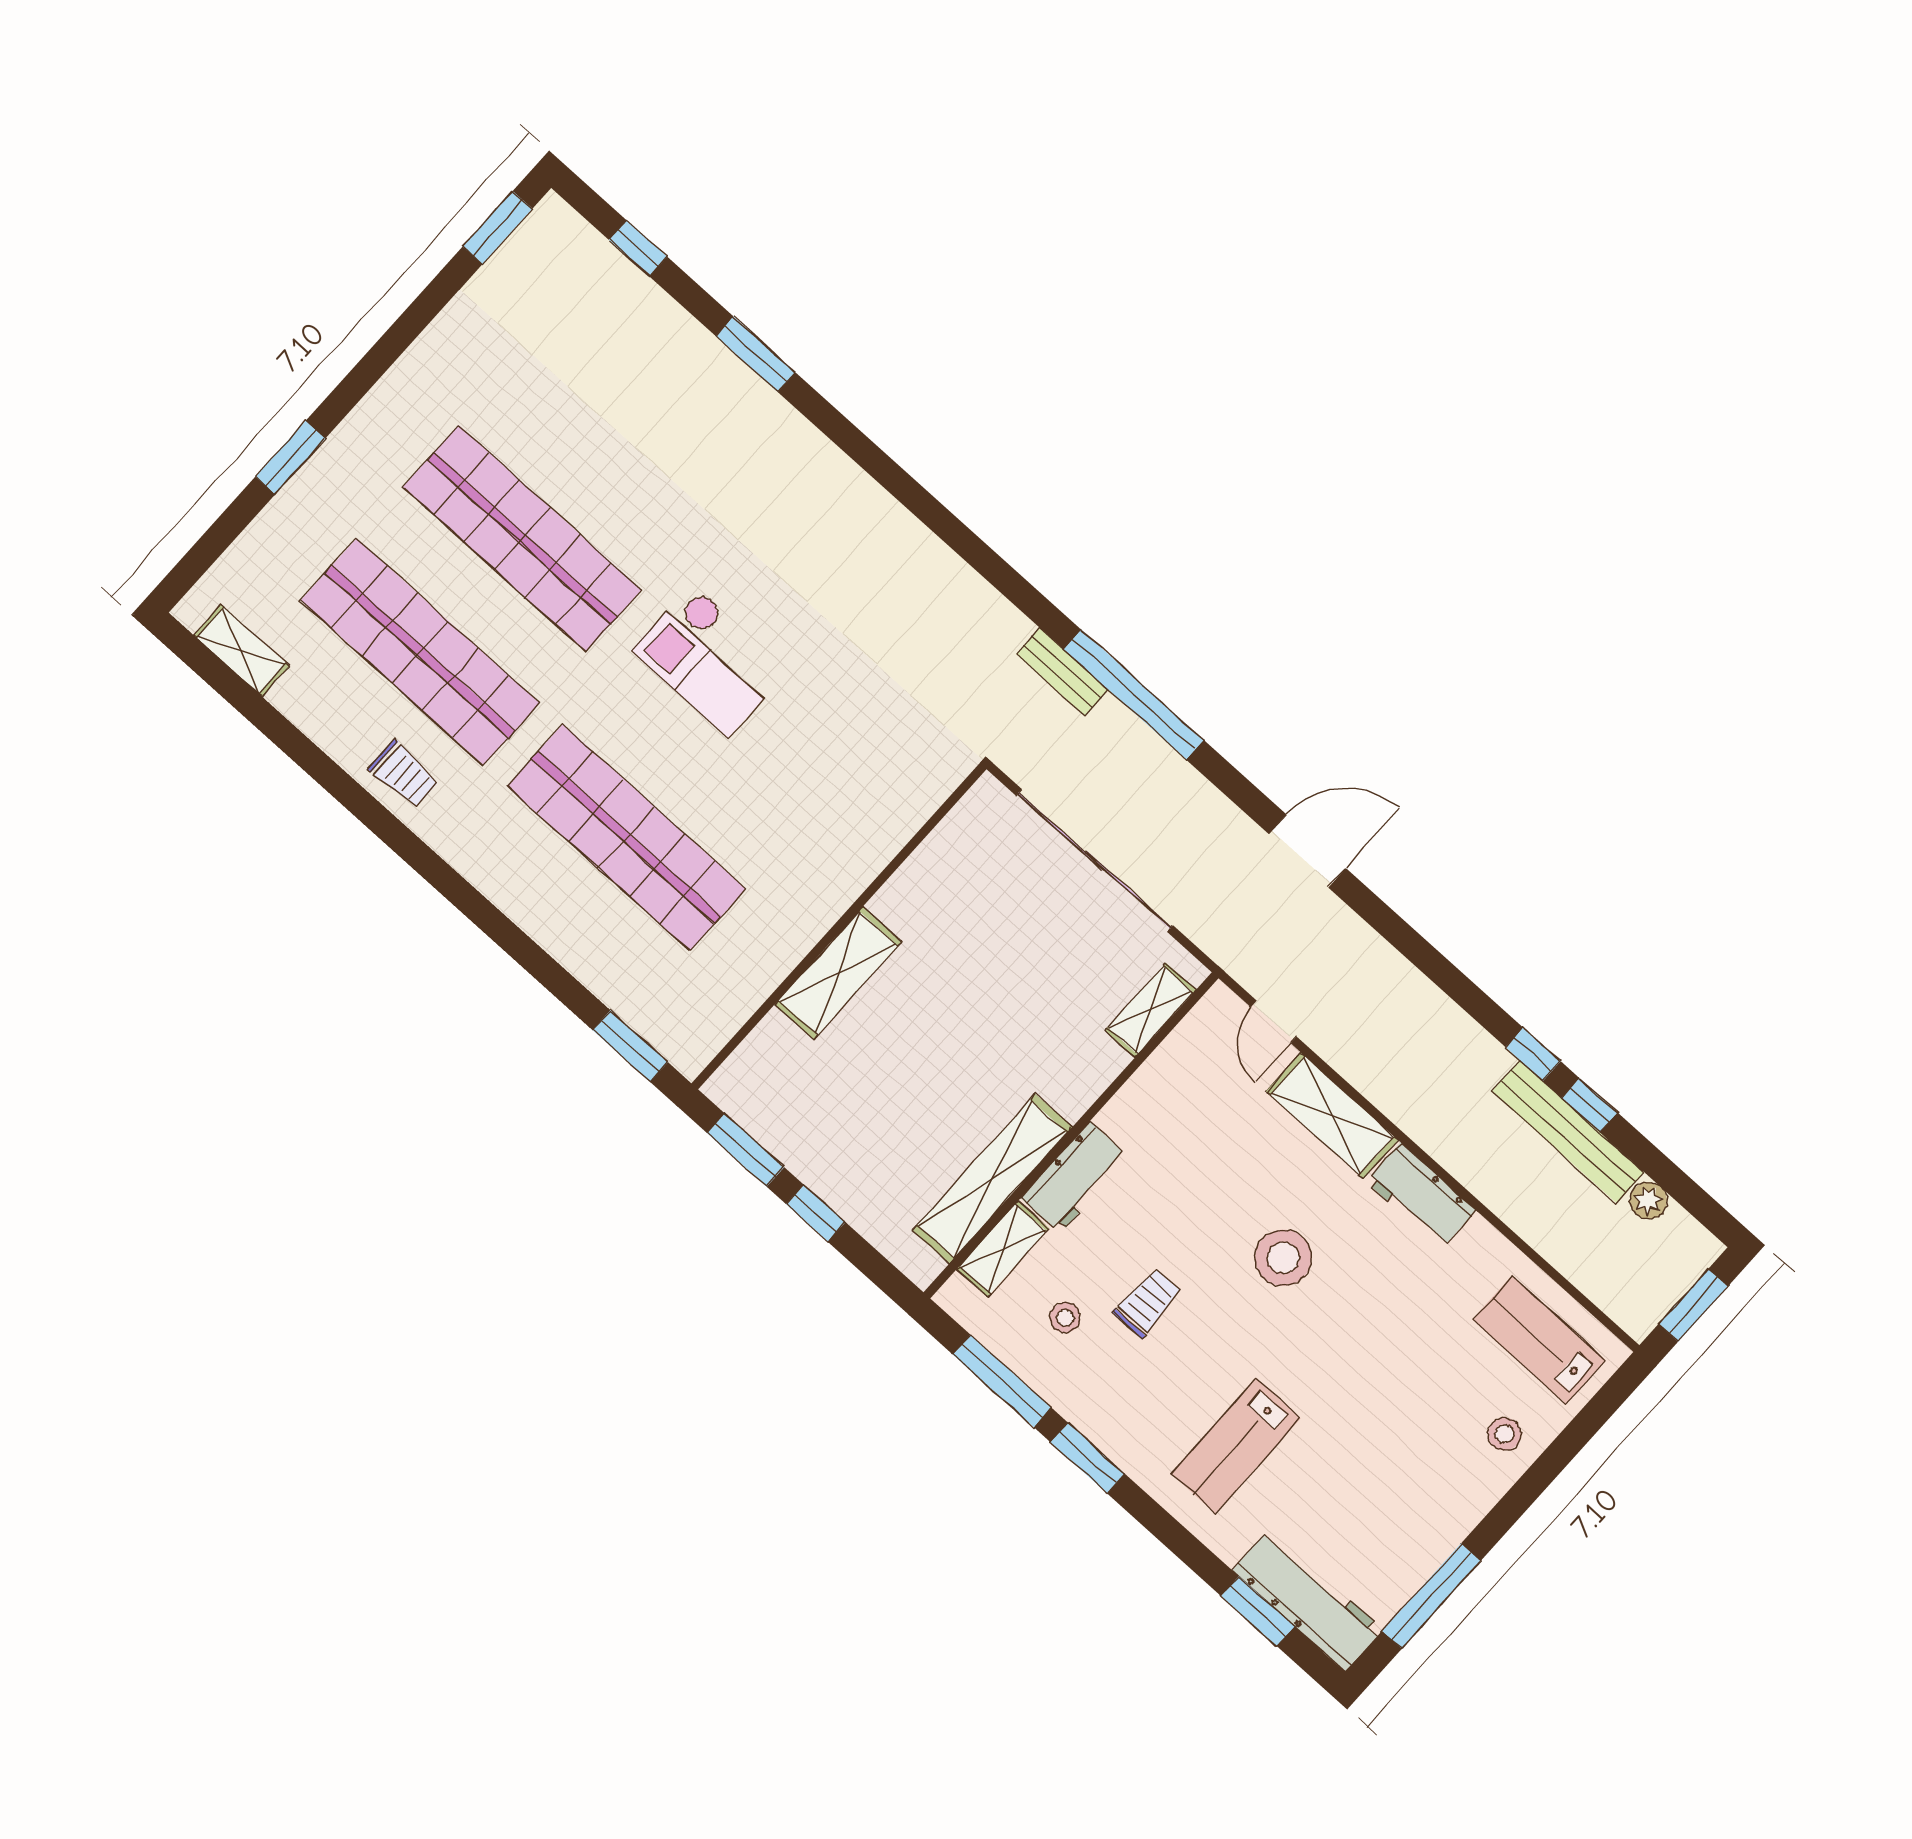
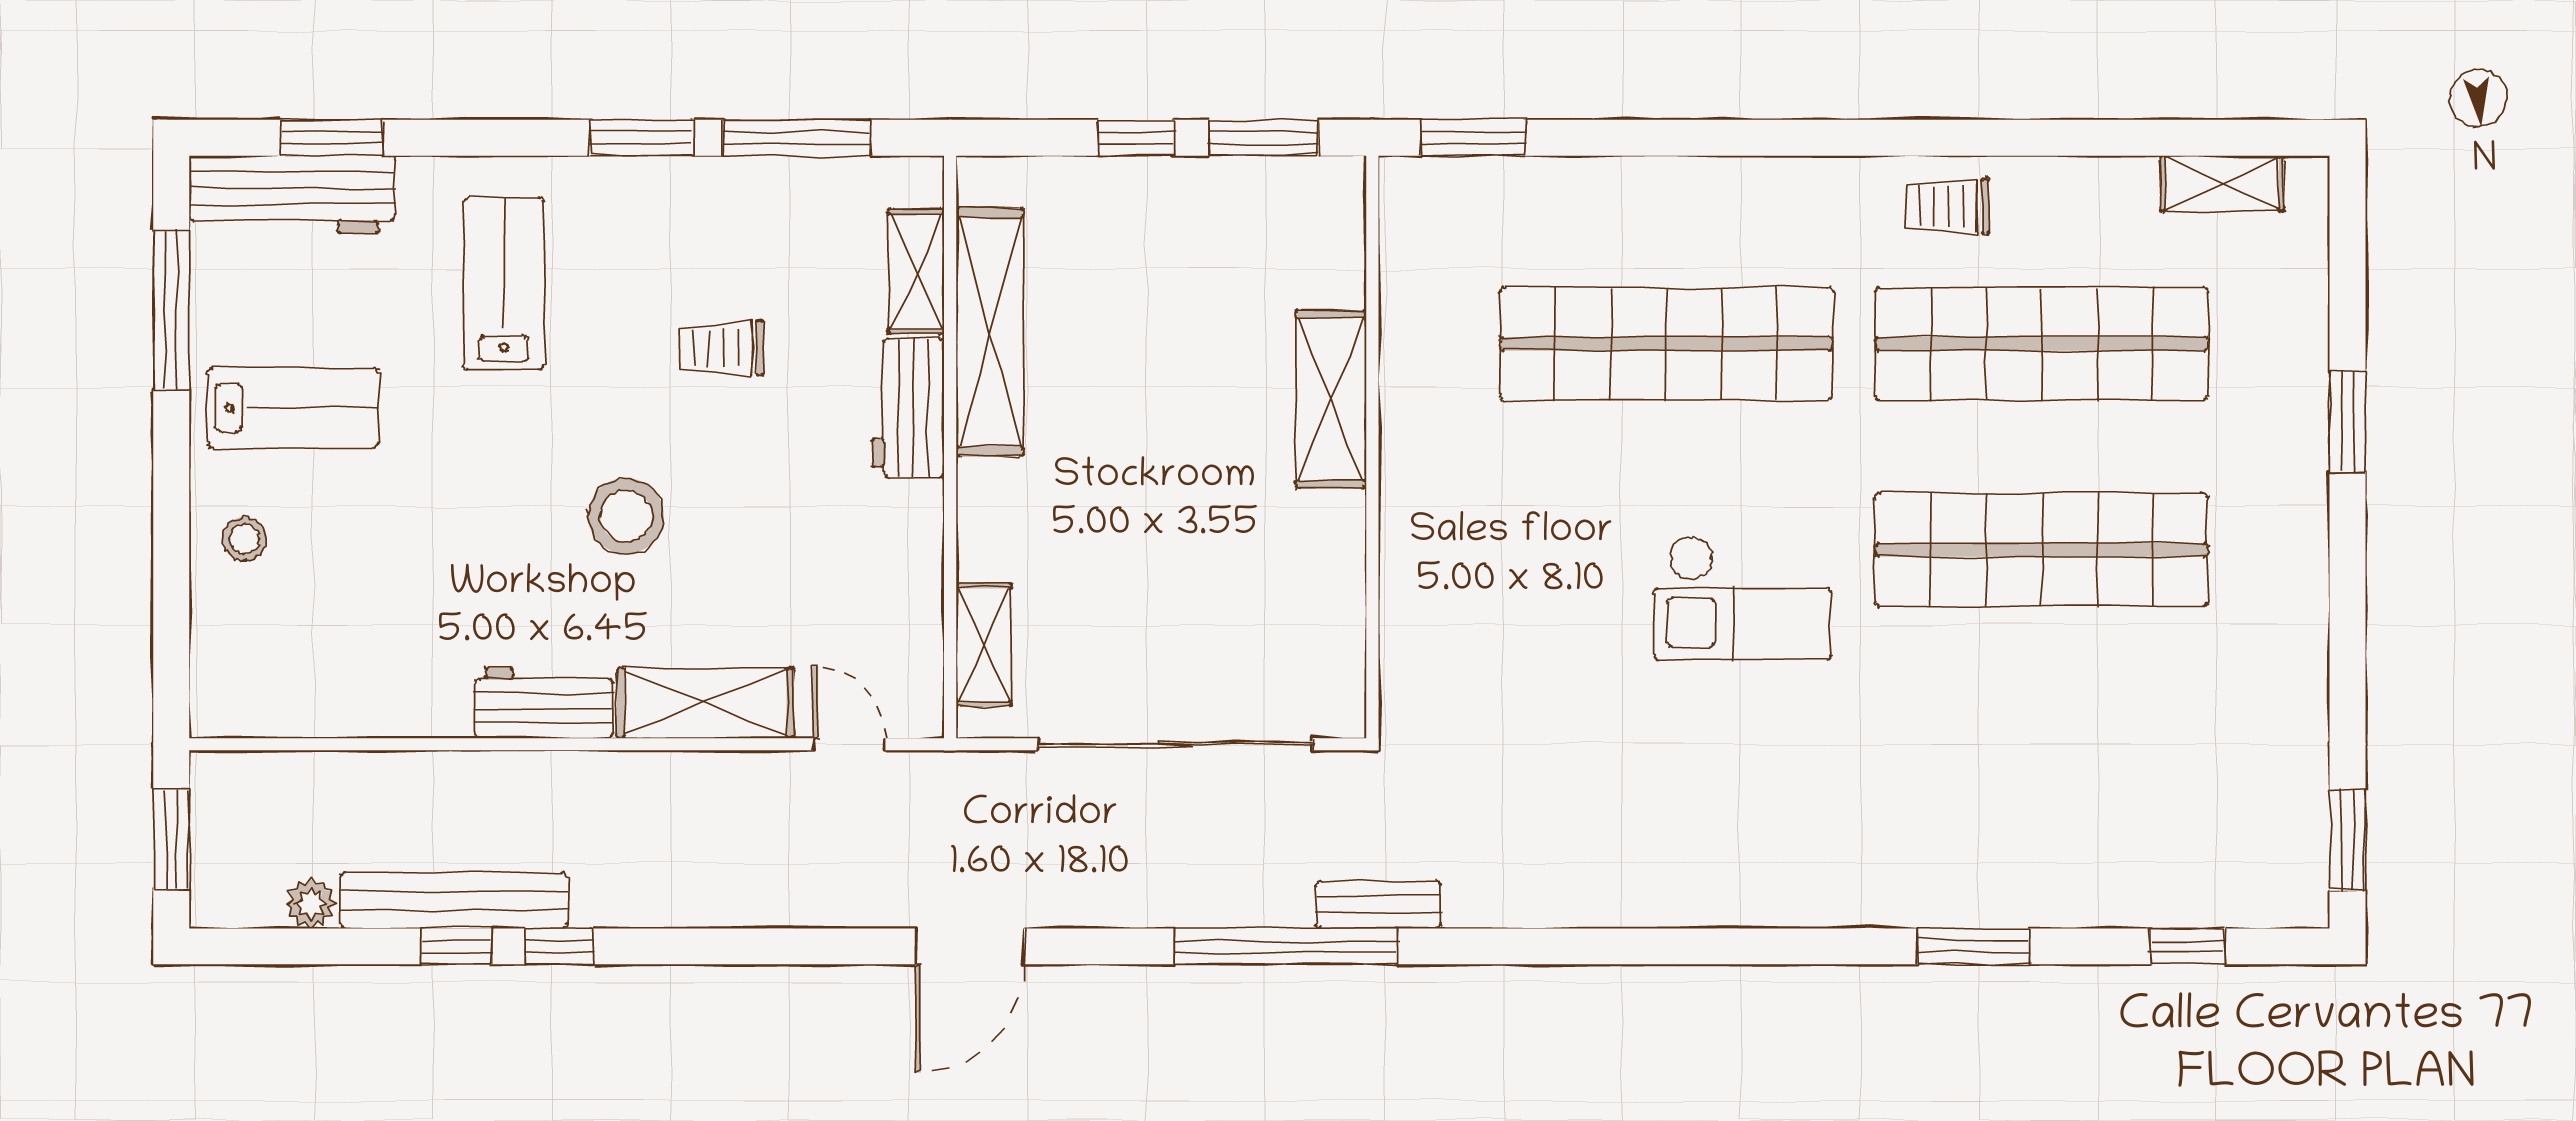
checkout: (710, 660) -> (1743, 598), turned 180
trolley: (1148, 1303) -> (722, 348), turned 90
stool: (1065, 1318) -> (791, 258), removed
lab bench: (1539, 1340) -> (293, 408), moved

